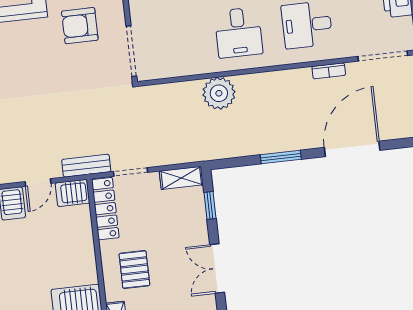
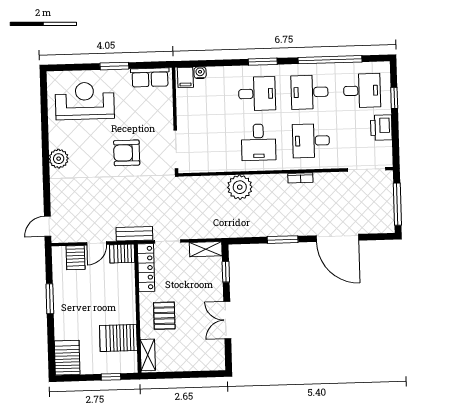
armchair: (80, 26) -> (127, 153), moved
bookcase: (329, 71) -> (300, 178), moved
door: (352, 149) -> (337, 238), swing flipped

